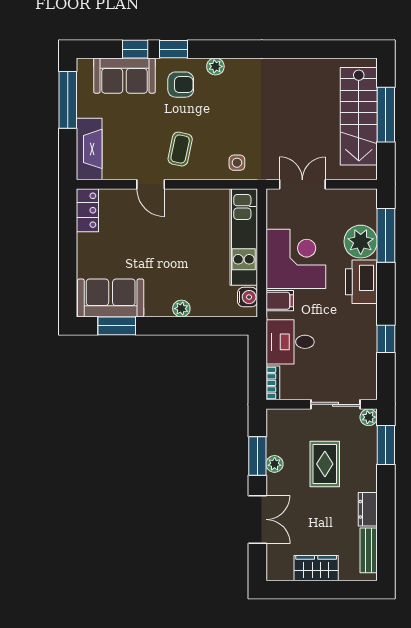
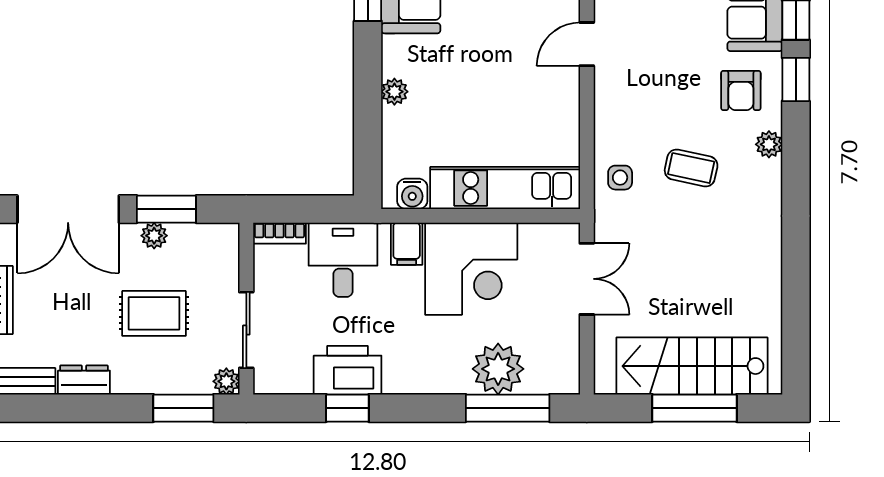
coffee table: (180, 149) -> (691, 168), moved
printer: (361, 282) -> (348, 370), moved
double door: (257, 519) -> (68, 209), width x1.37

